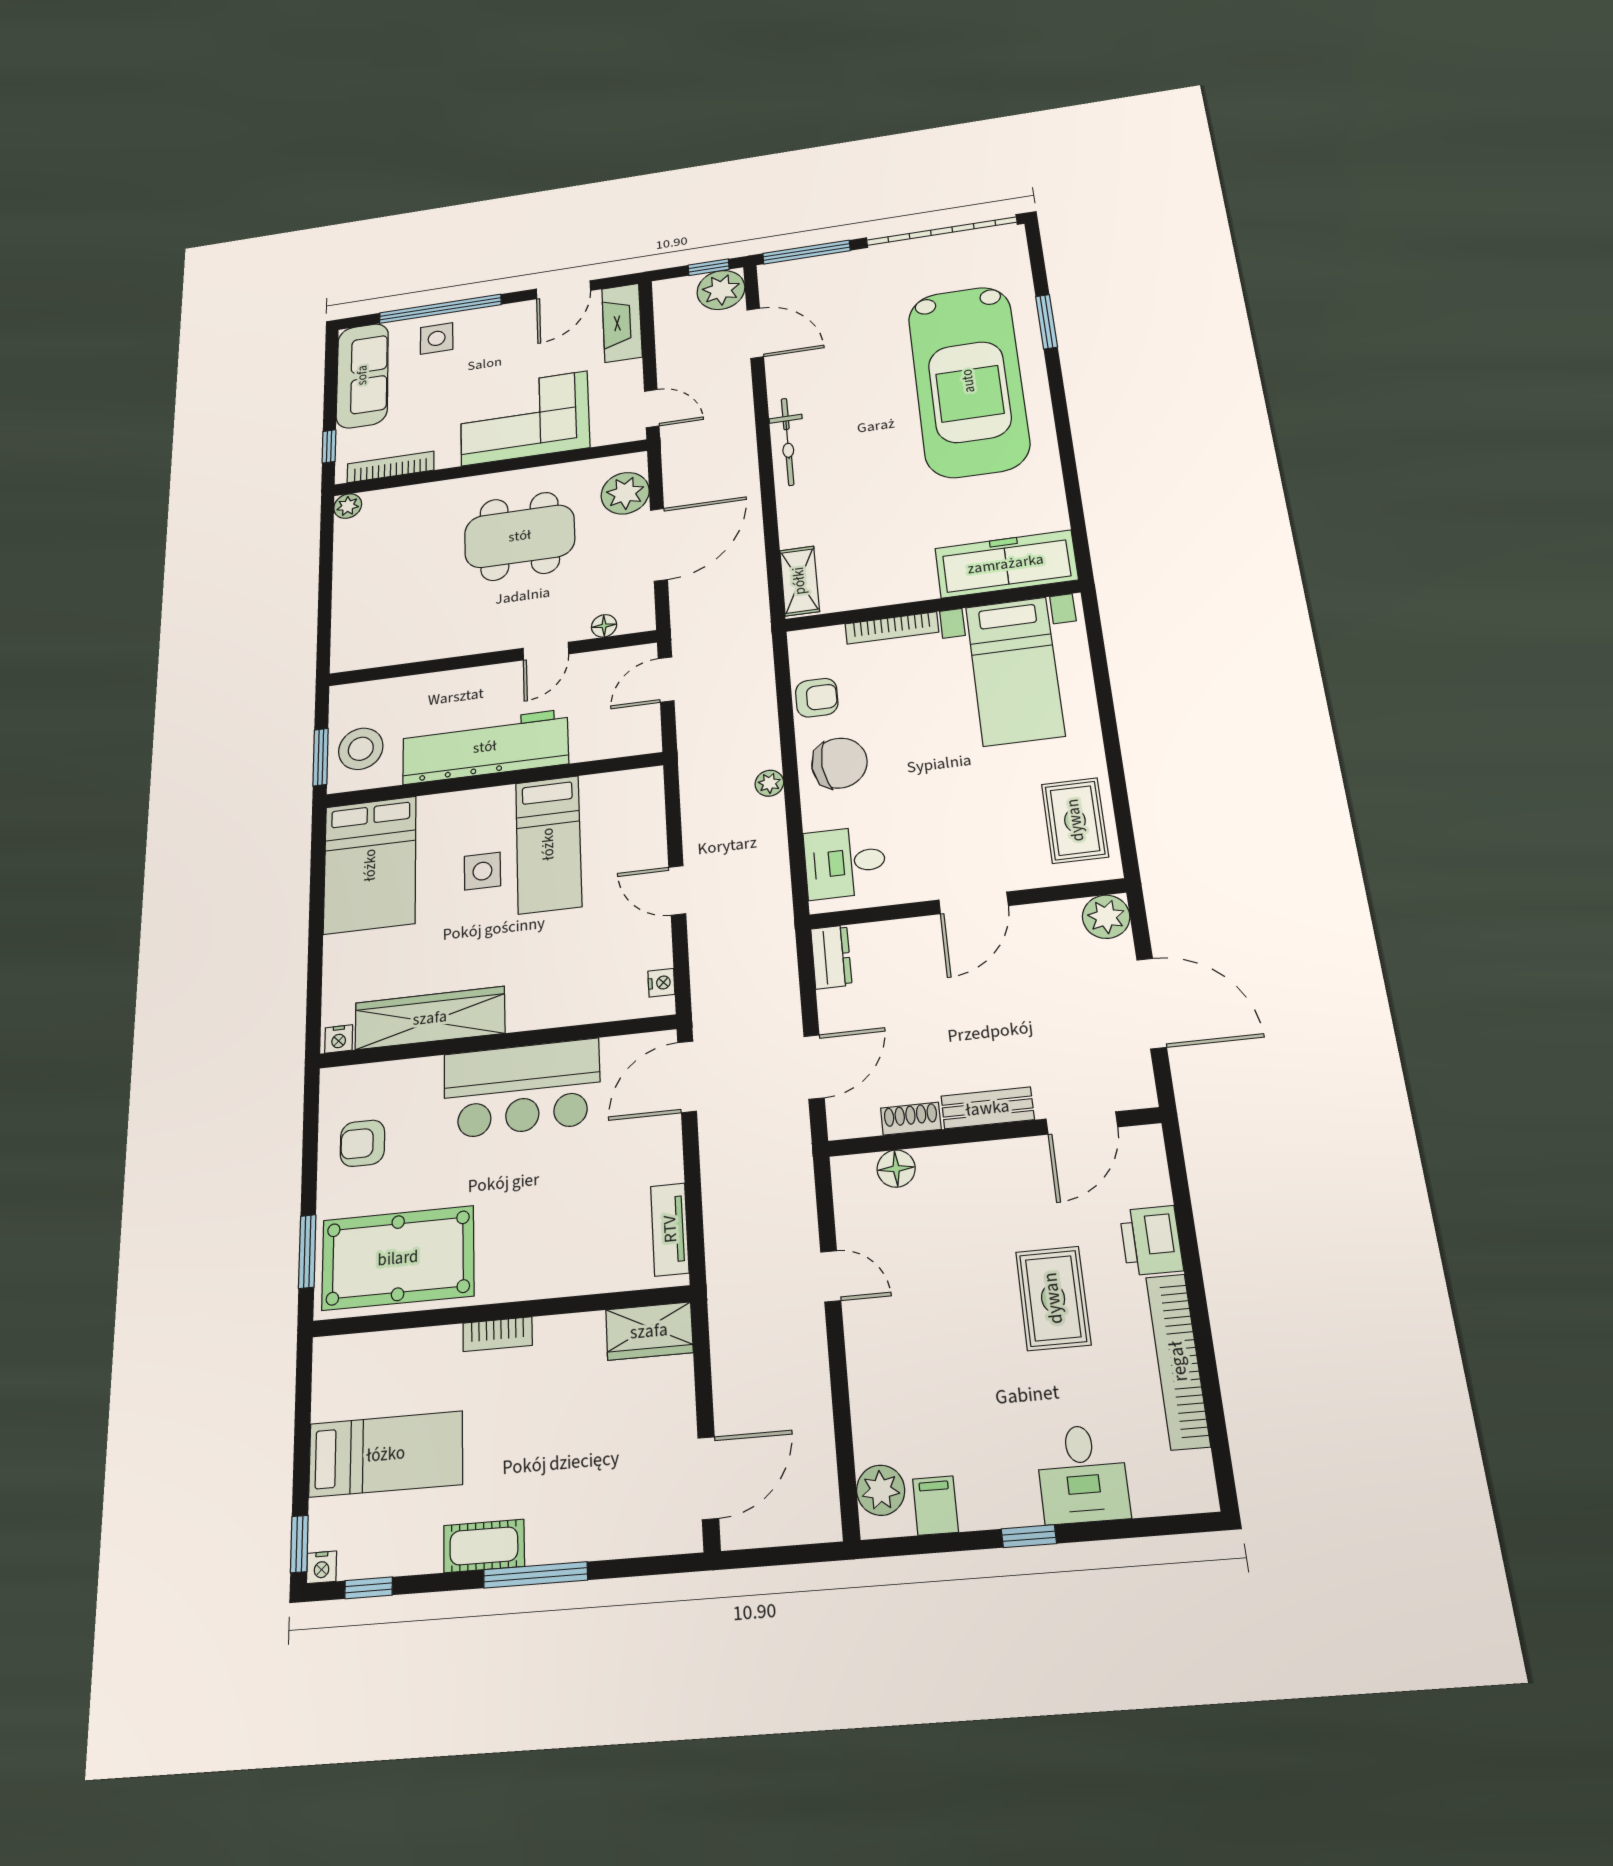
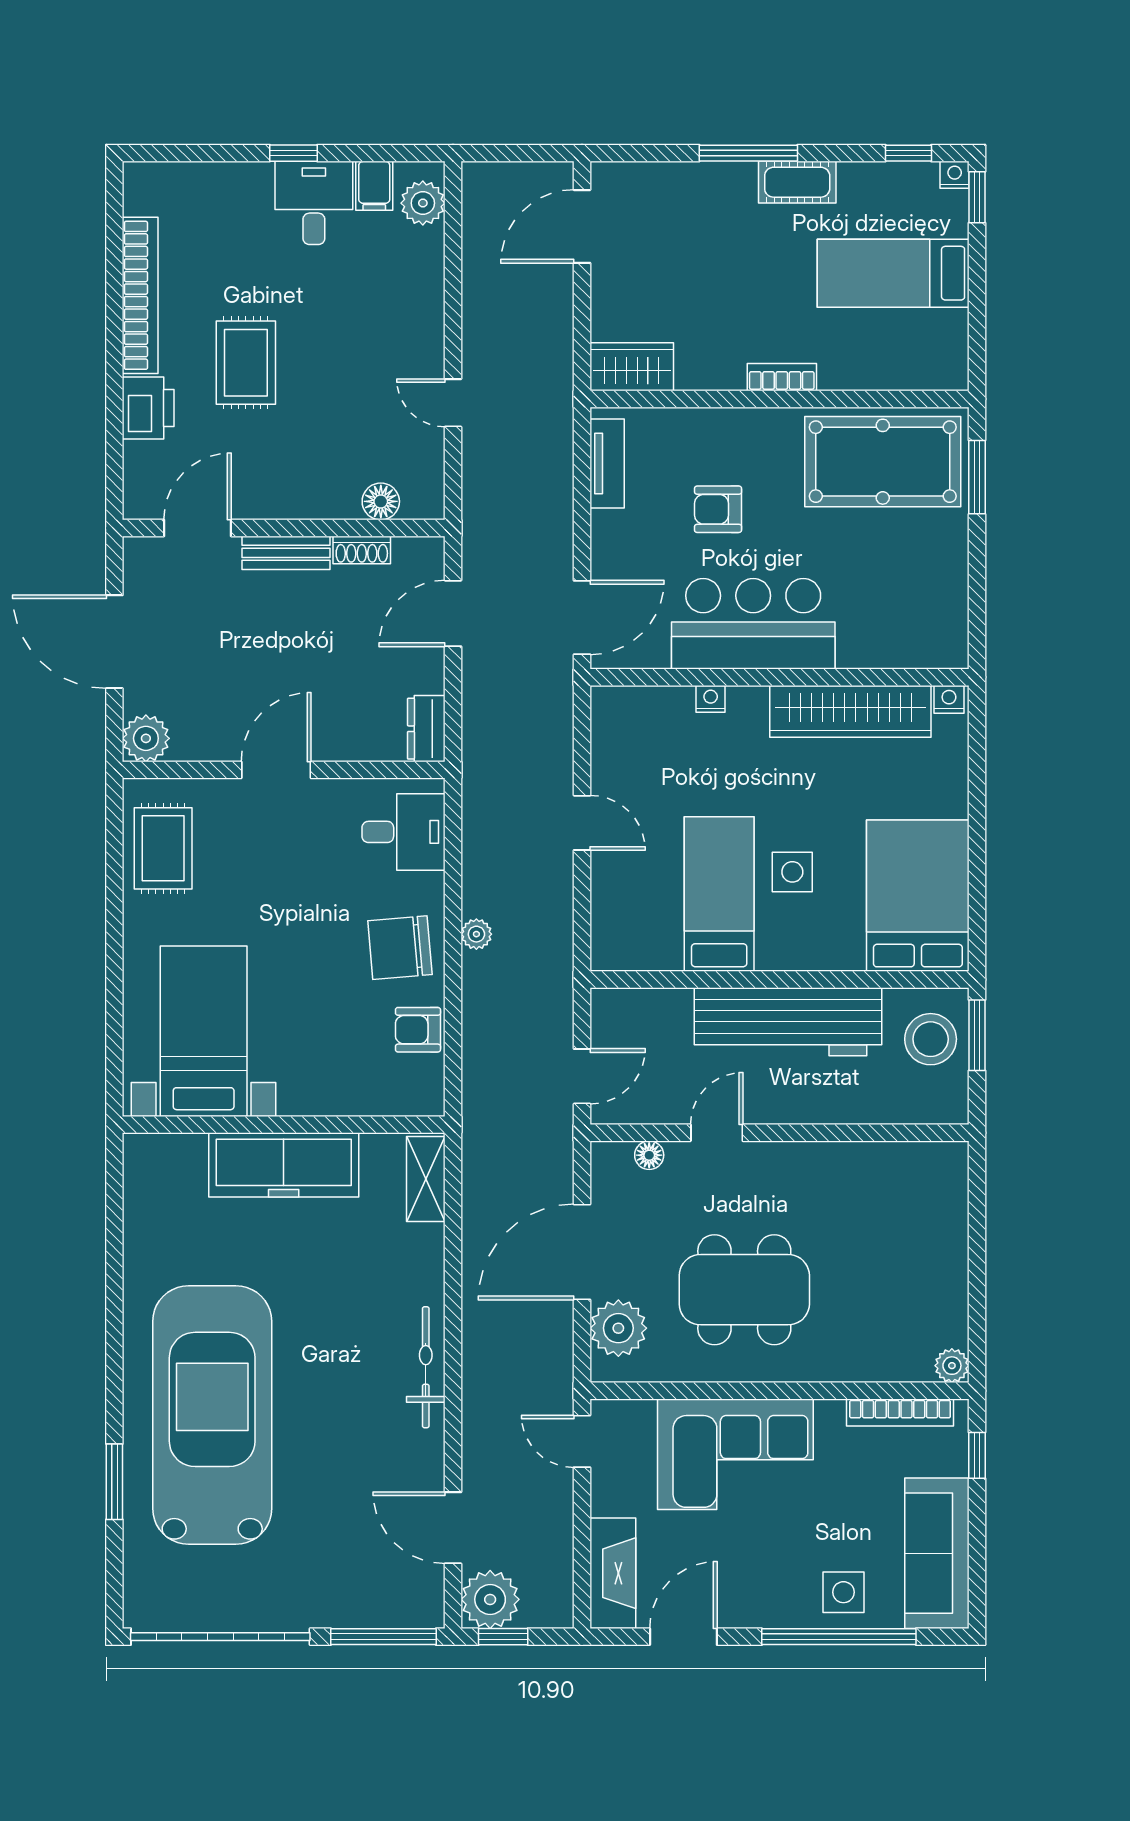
freezer: (1006, 564) -> (284, 1165), moved
bookcase: (892, 628) -> (329, 1104), removed
nightstand: (661, 983) -> (711, 699), moved, turned 90
armchair: (362, 1143) -> (718, 509), moved, turned 180
desk: (1082, 1474) -> (314, 203), moved

